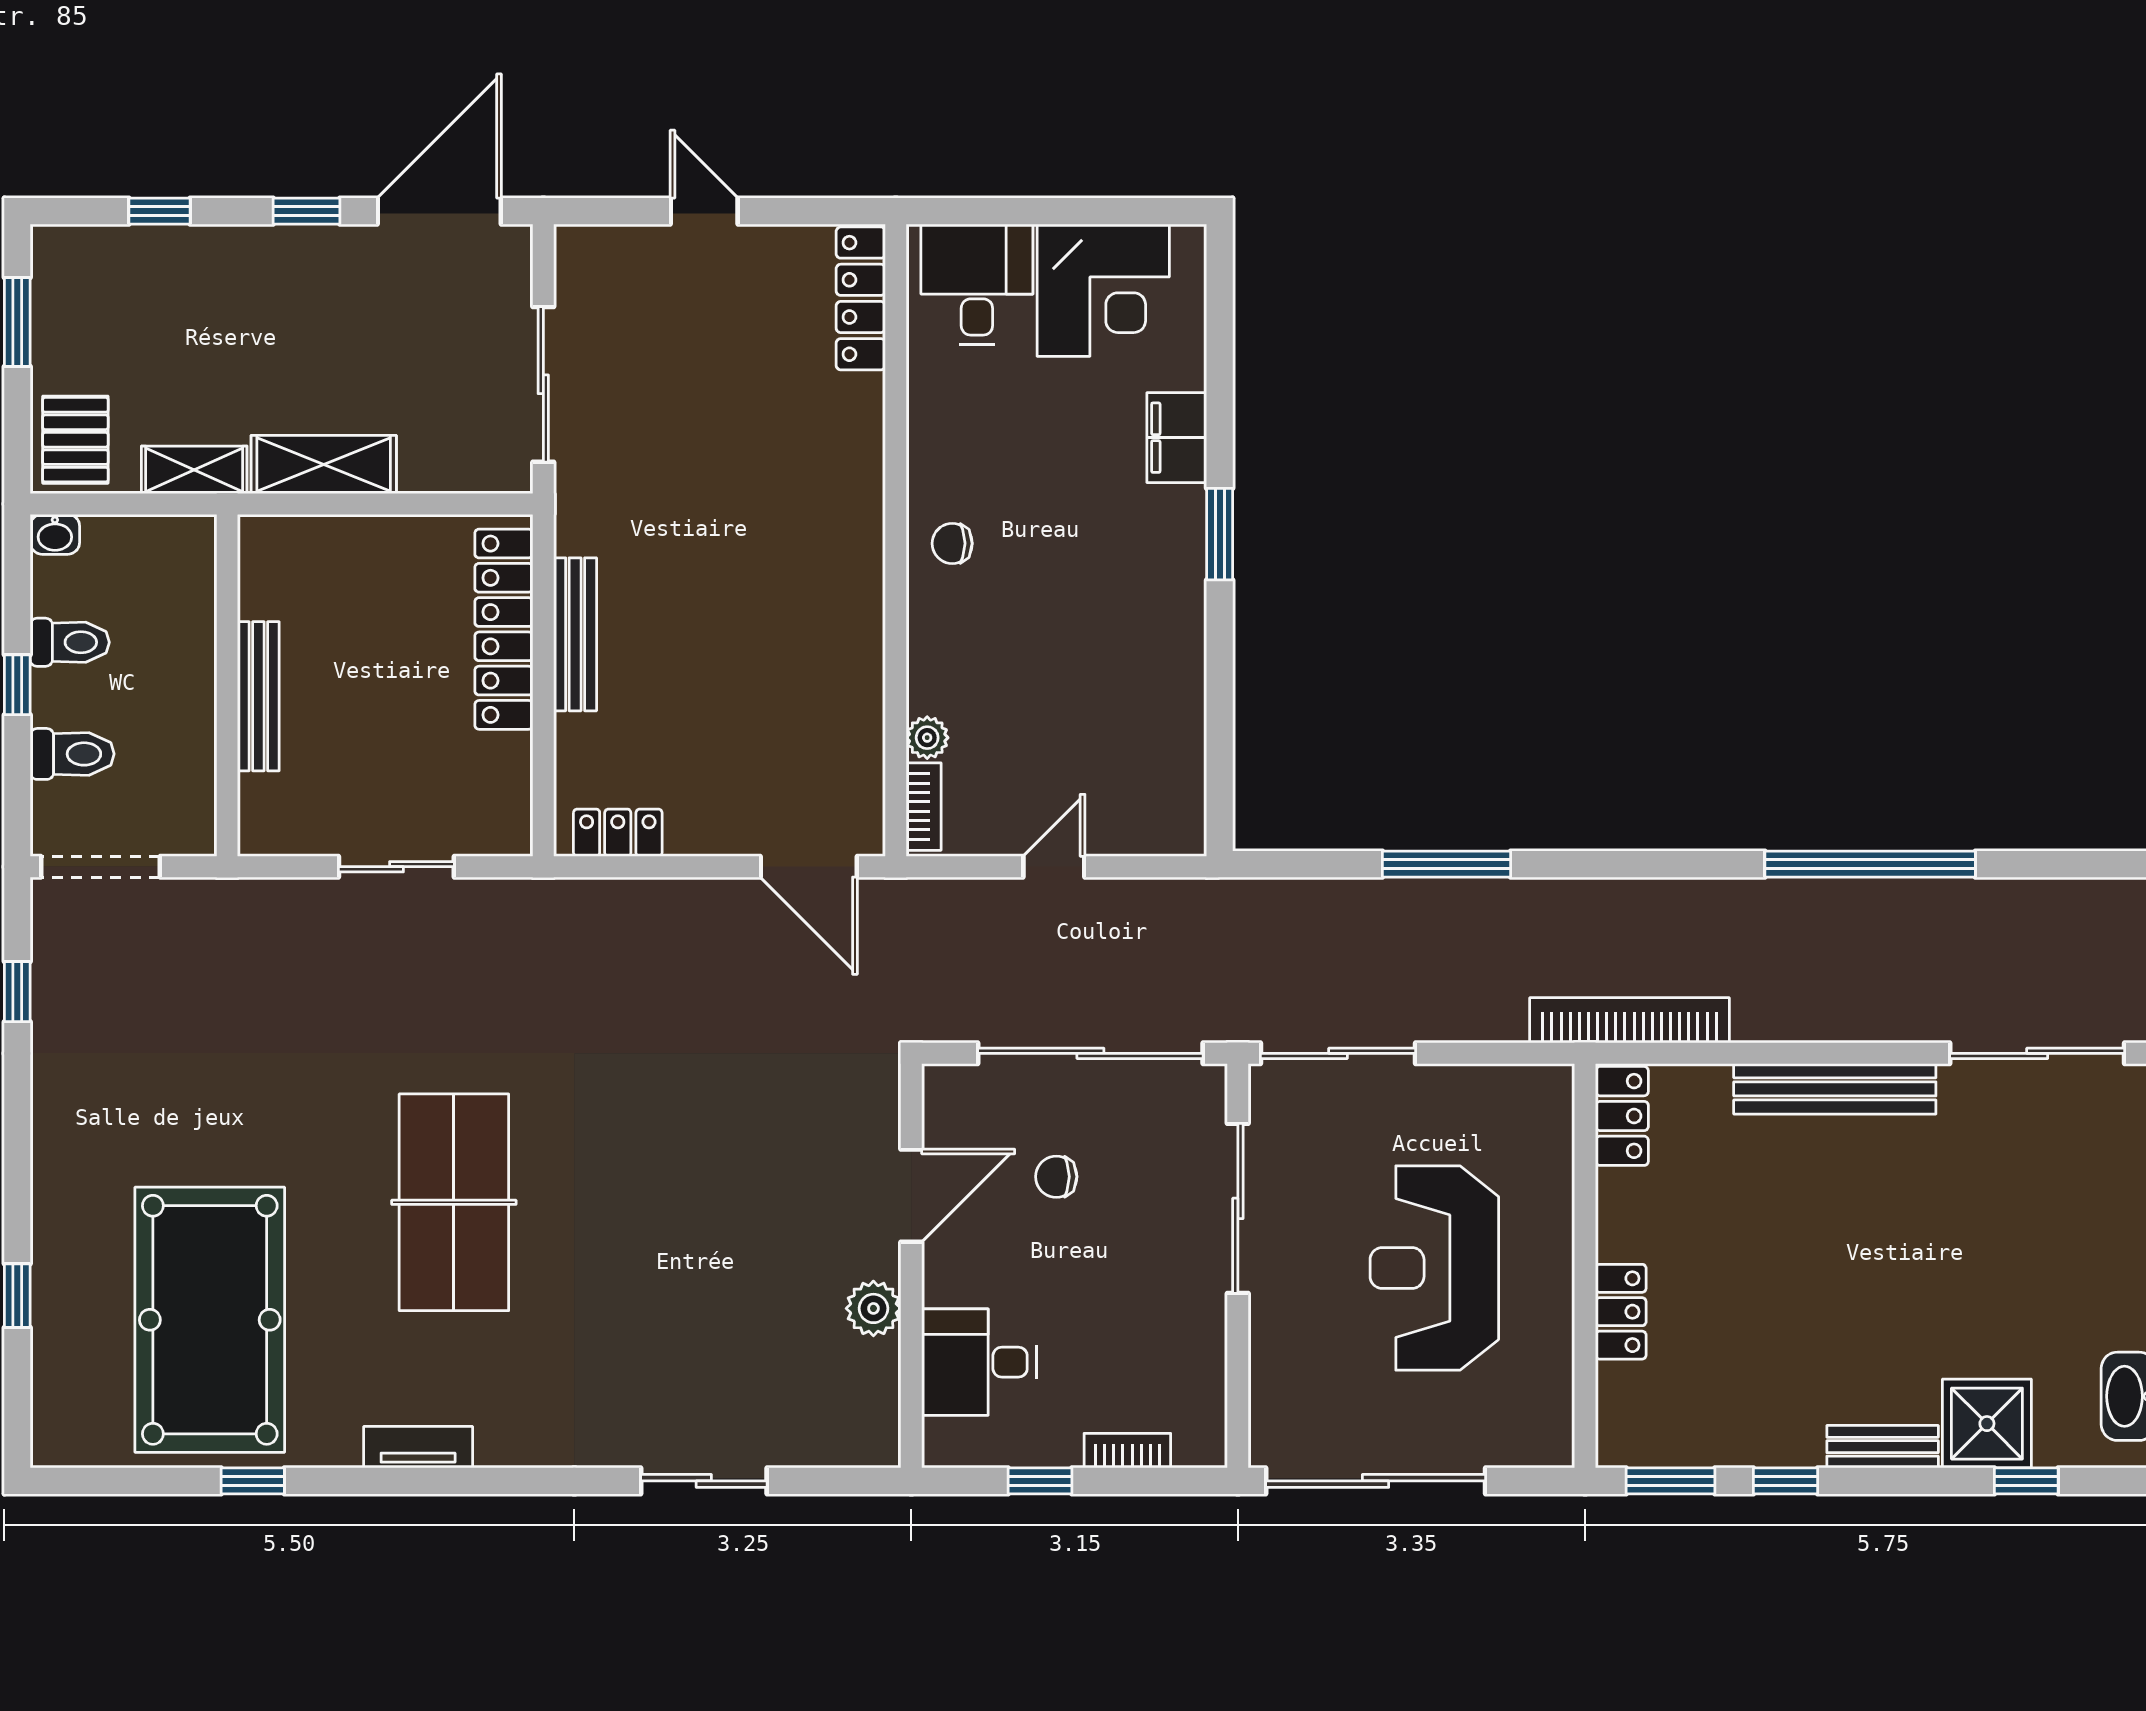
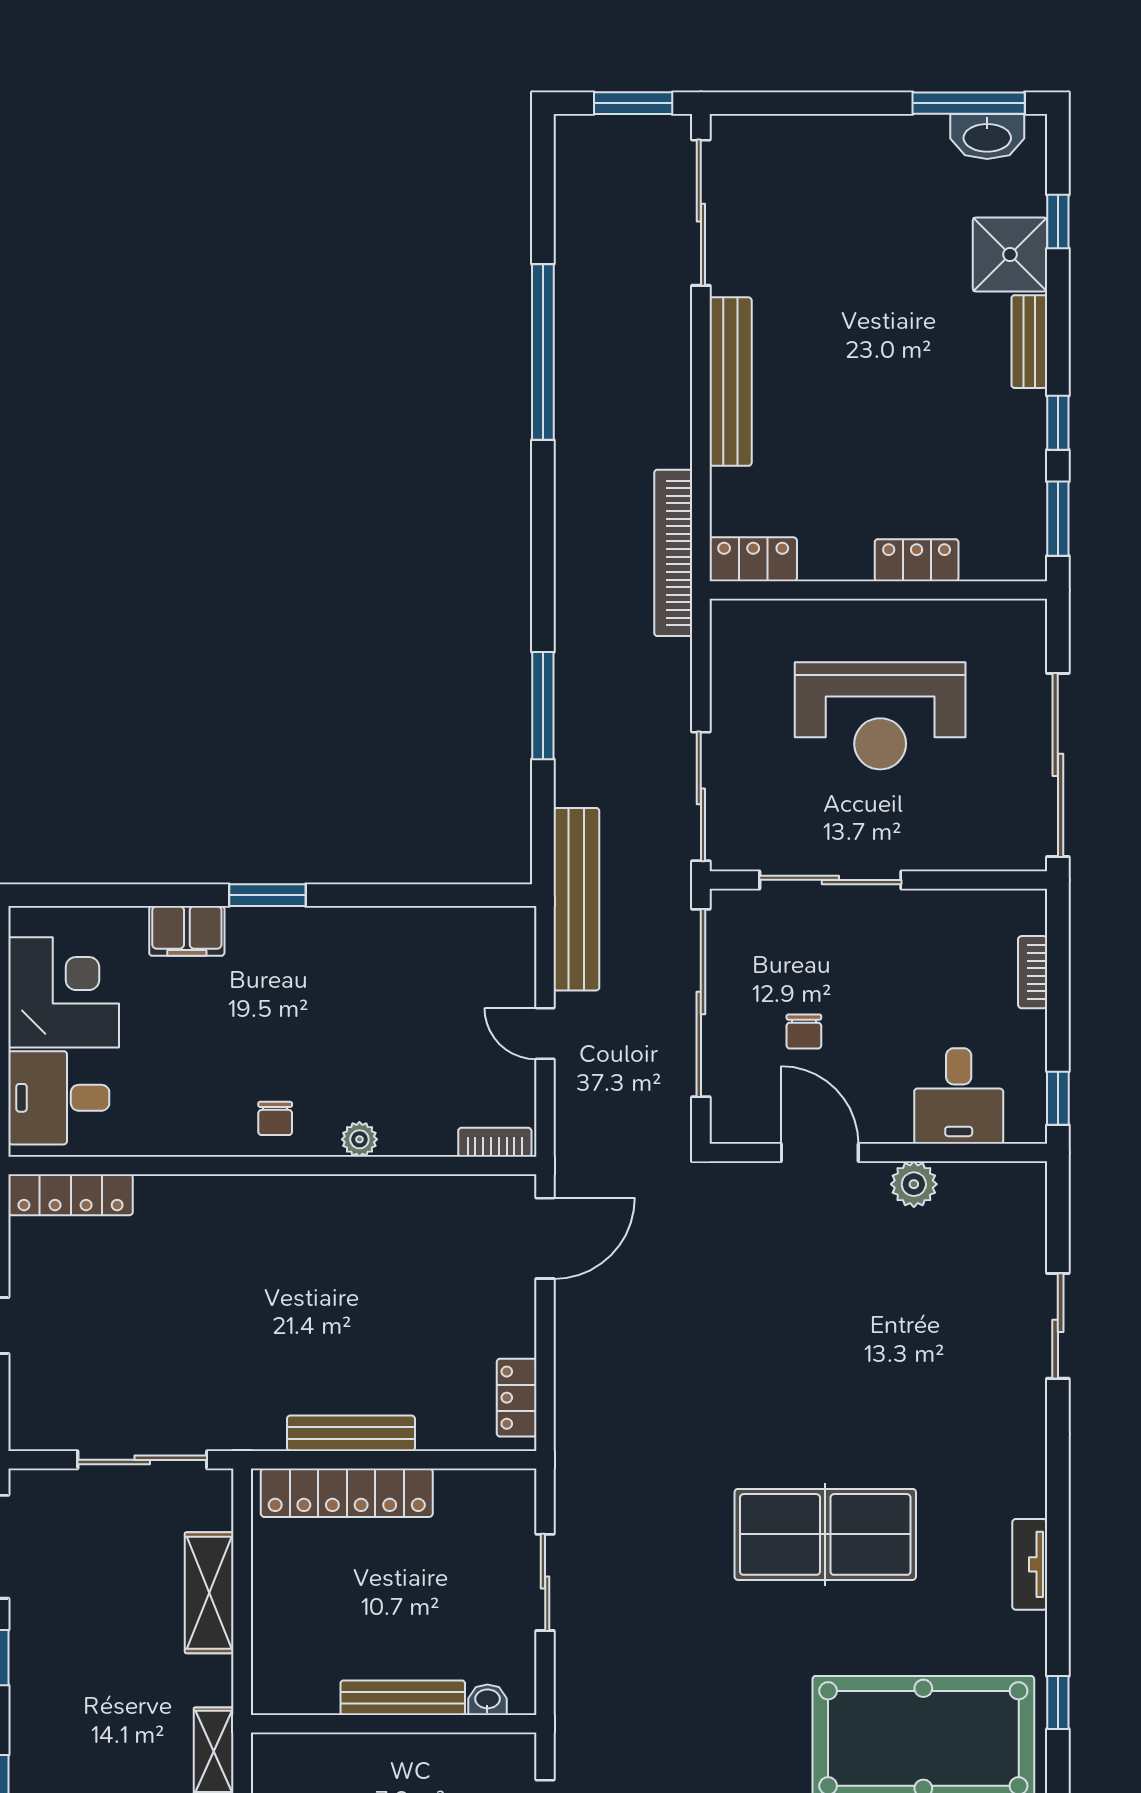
shelving: (324, 464) -> (209, 1593), moved
plant: (927, 738) -> (359, 1139), moved
washbasin: (256, 798) -> (487, 1700), added
bench: (1215, 904) -> (576, 899), added
window: (1040, 1481) -> (1058, 1098), moved

